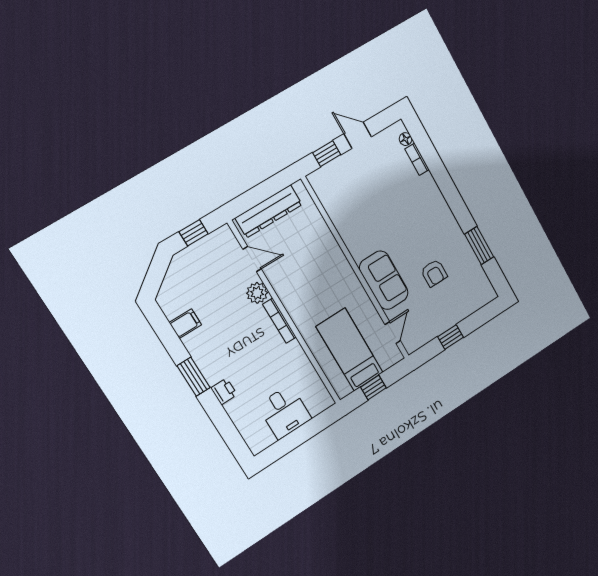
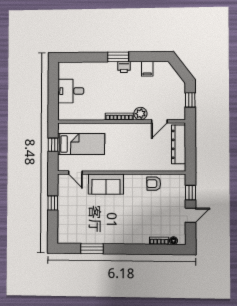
armchair: (434, 273) -> (154, 184), moved
printer: (224, 391) -> (124, 67), moved

